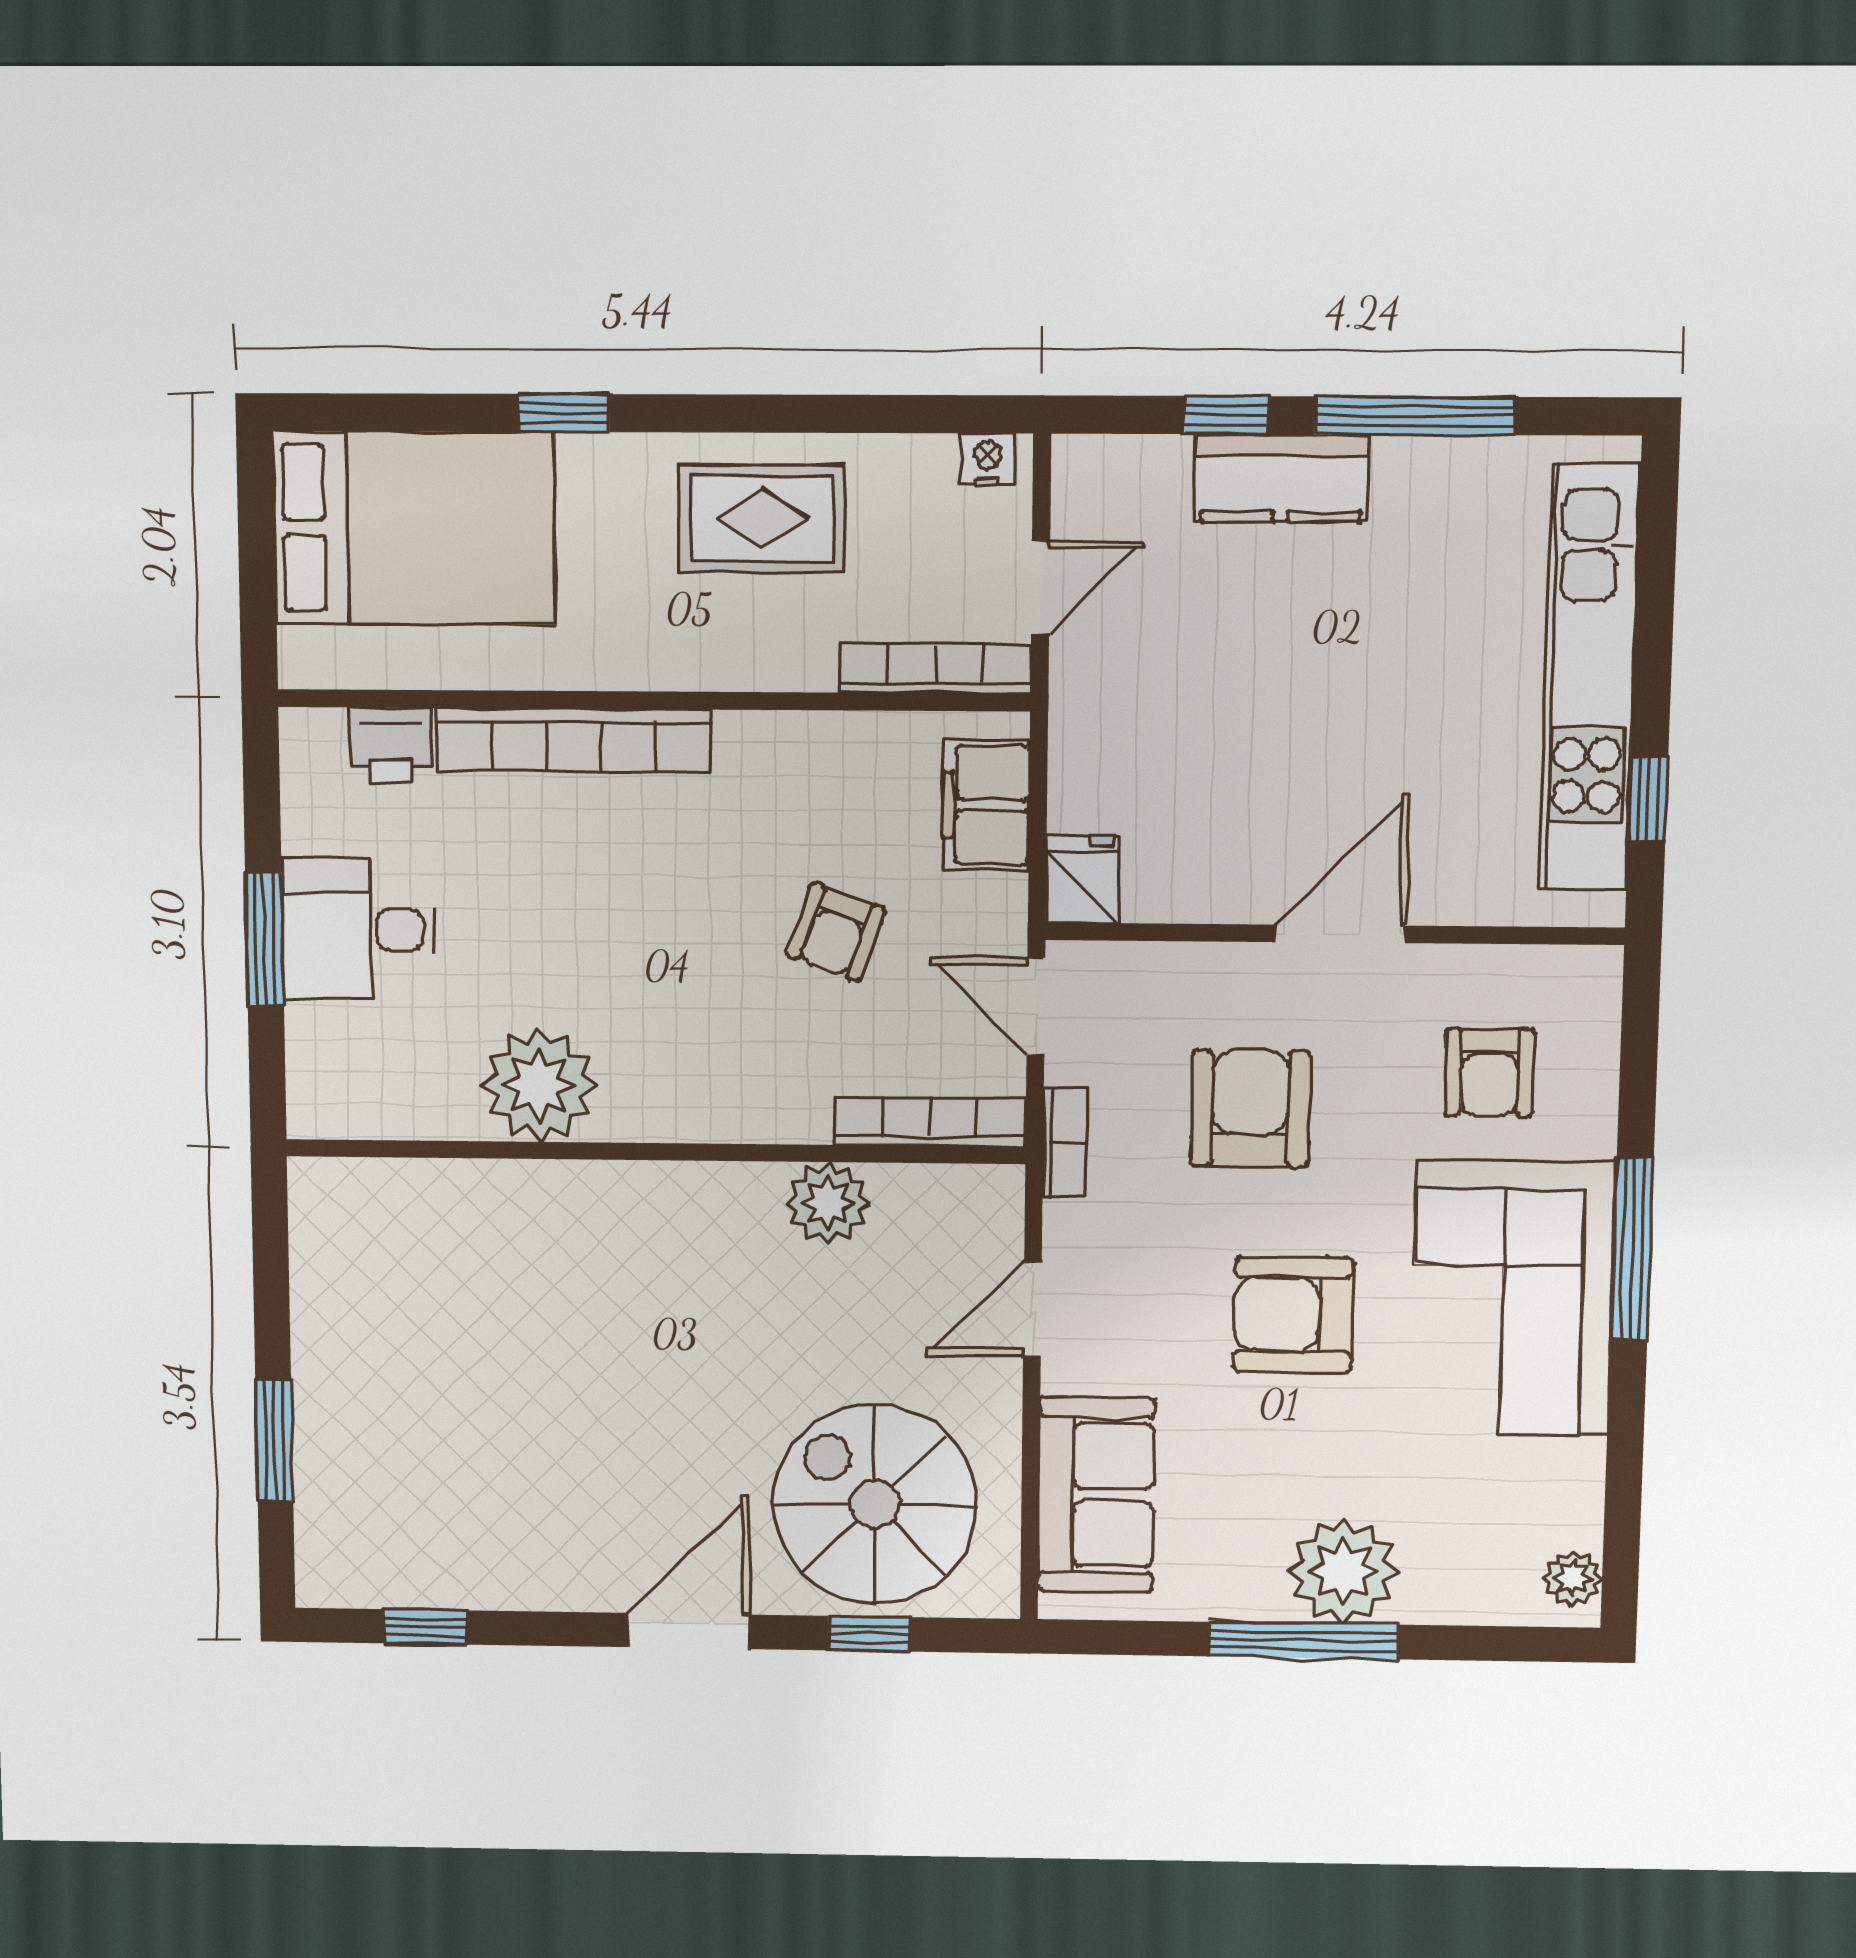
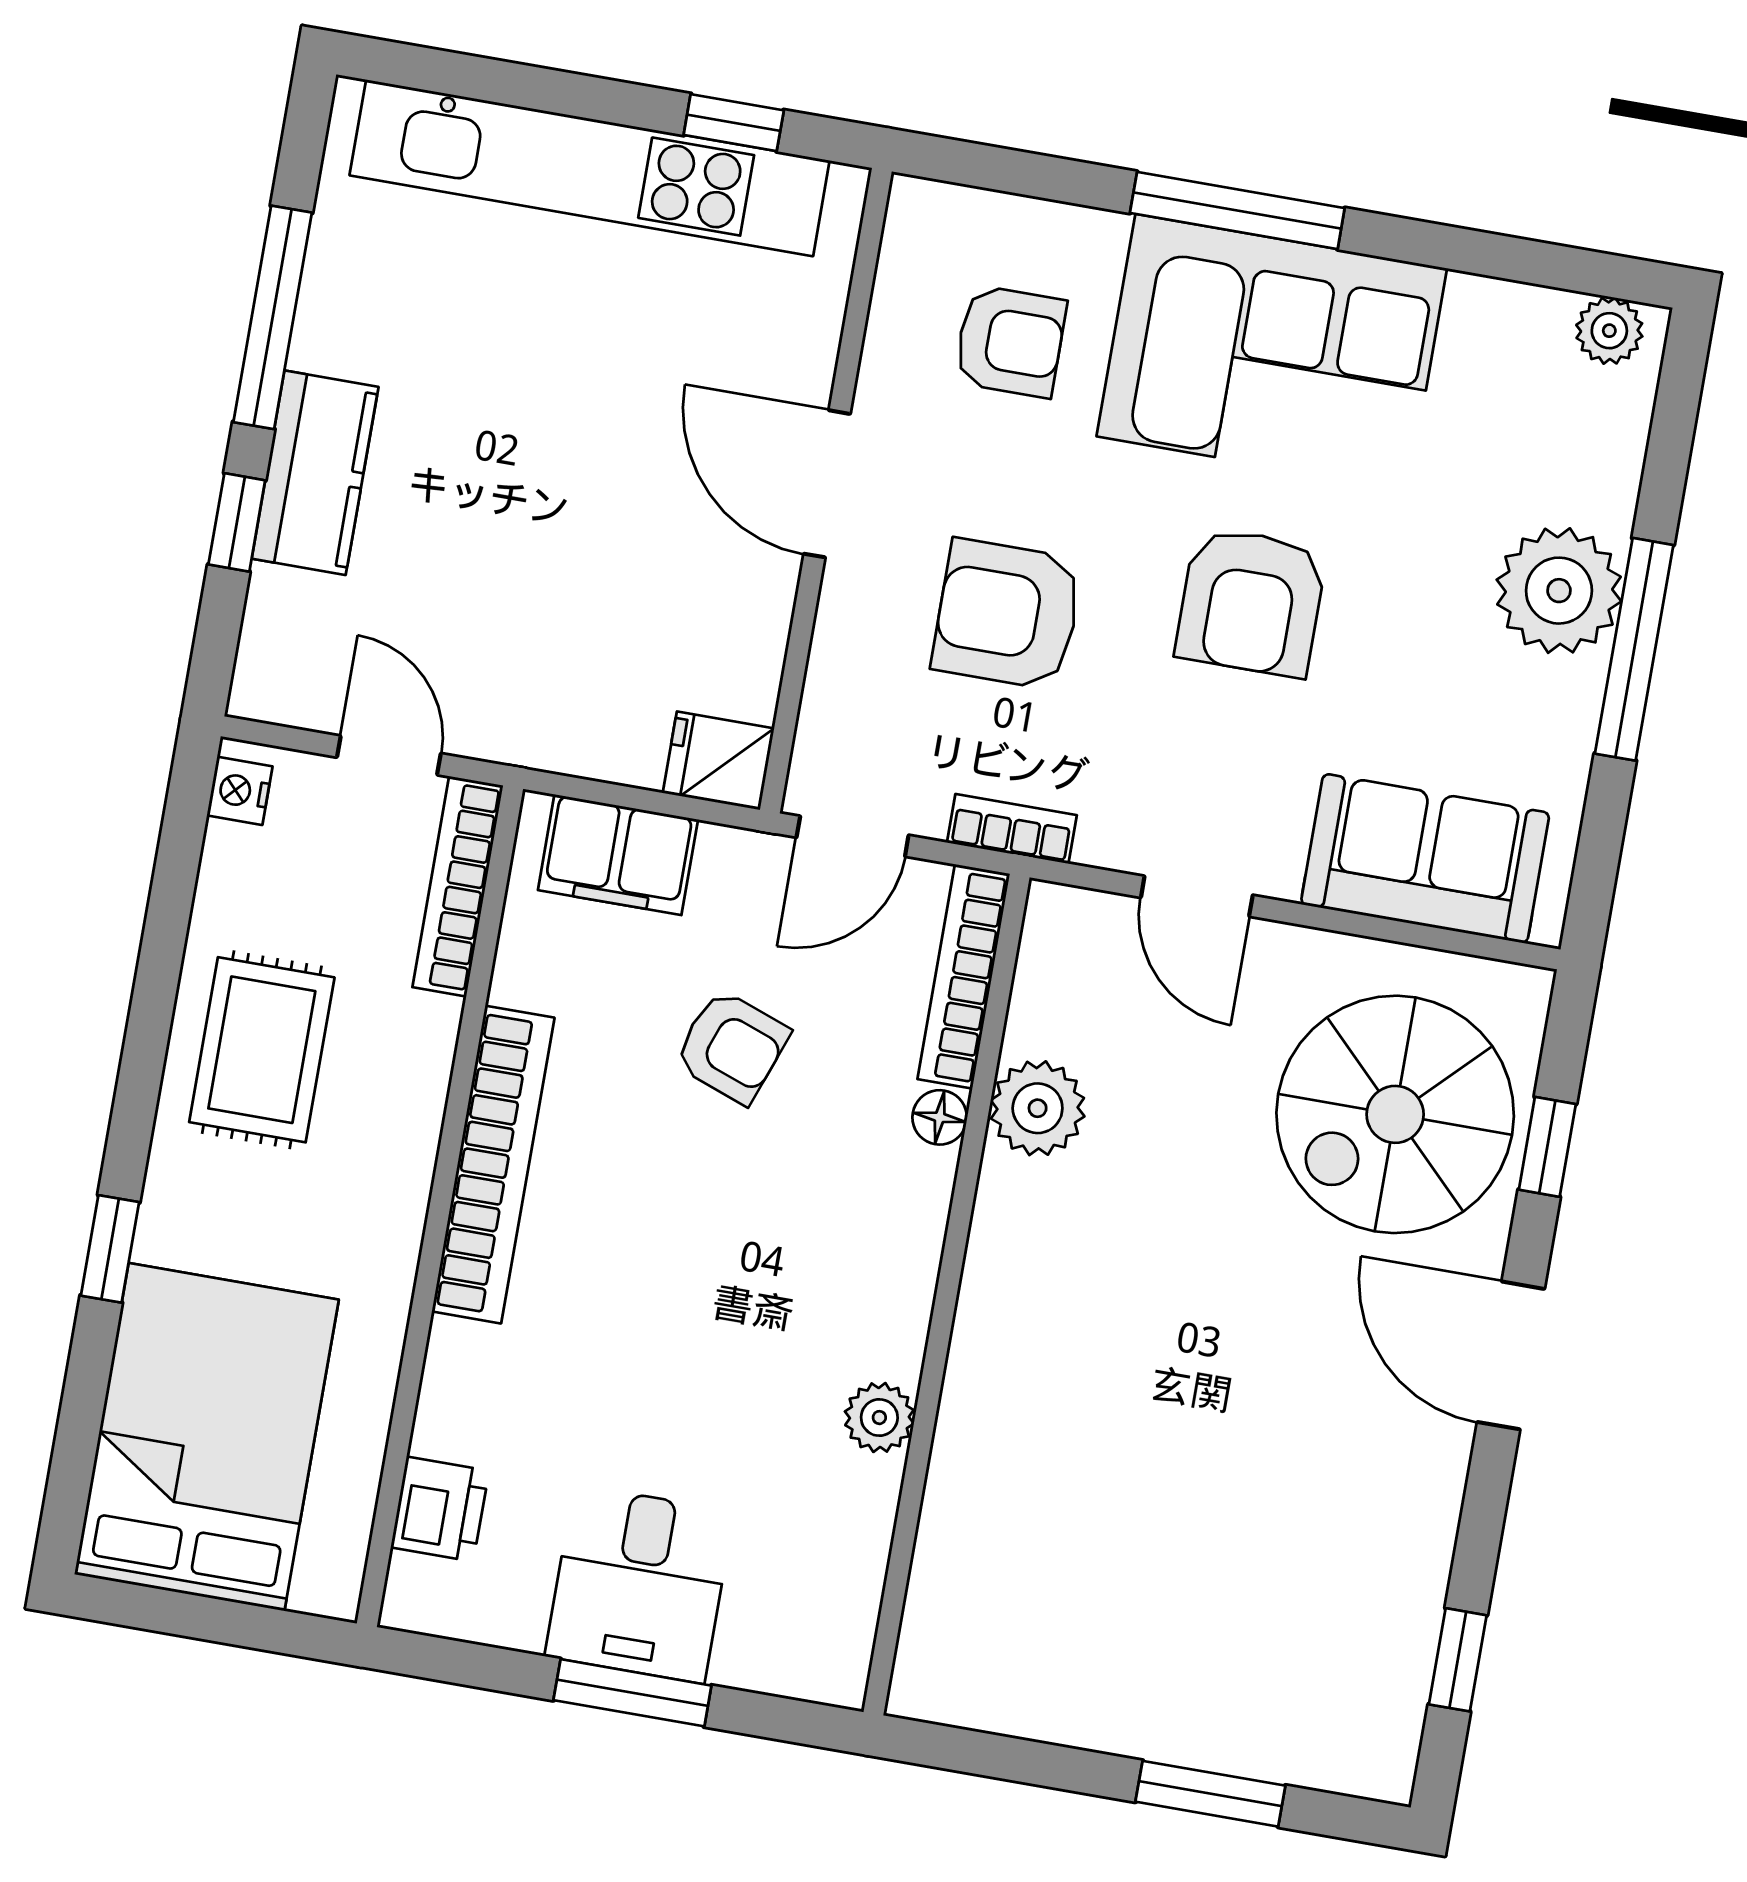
bookcase: (573, 740) -> (493, 1165), moved
plant: (539, 1085) -> (879, 1418), width x0.53, depth x0.53
floor lamp: (805, 1121) -> (940, 1117), added

